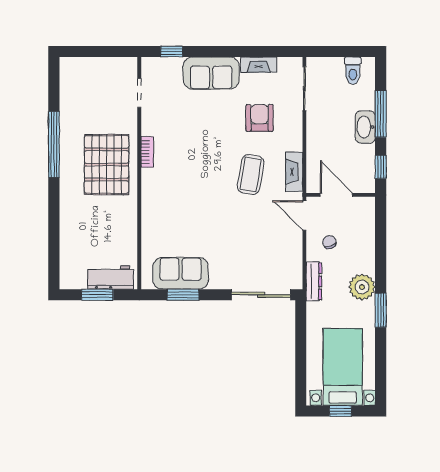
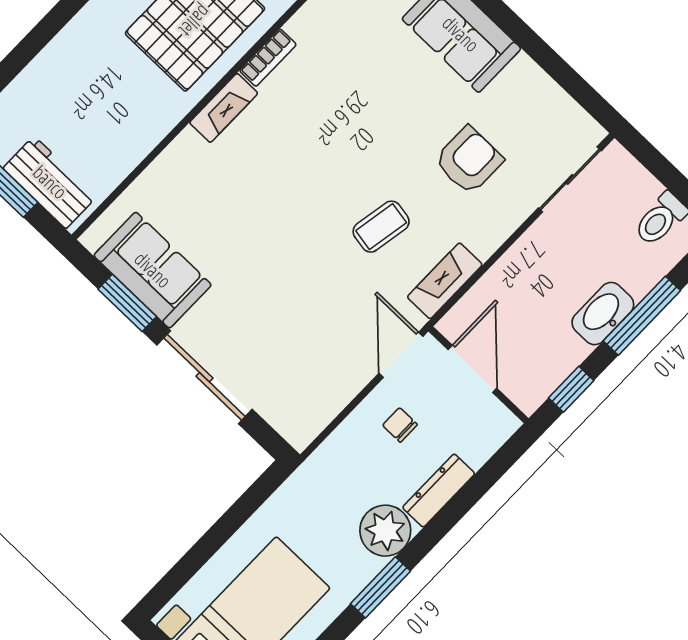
fireplace: (259, 65) -> (224, 108), moved, turned -90
coffee table: (251, 174) -> (381, 227), width x0.73, depth x0.77
chair: (329, 242) -> (400, 425), turned -71
dresser: (314, 281) -> (439, 491), moved, turned 180
sliding door: (261, 295) -> (204, 377), moved

